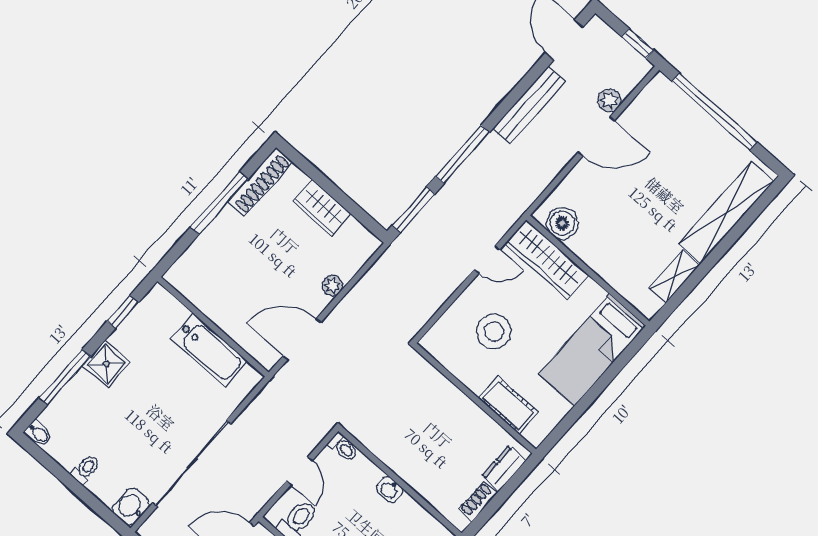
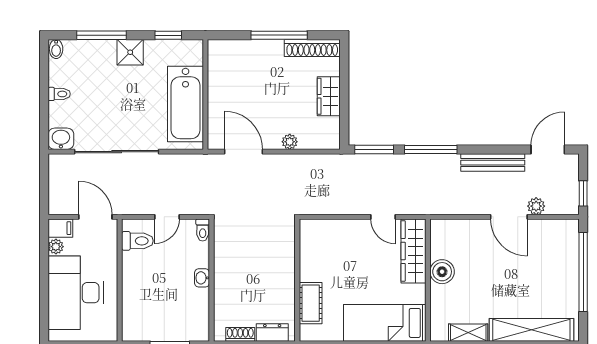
boiler: (562, 223) -> (442, 272), moved
stool: (494, 331) -> (345, 257), removed
bathtub: (209, 350) -> (186, 104), width x1.36, depth x1.36

